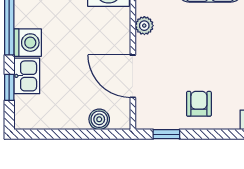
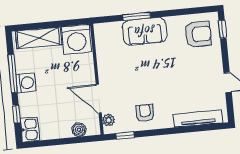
plant: (144, 26) -> (109, 120), moved
kitchen sink: (27, 76) -> (30, 129), moved

